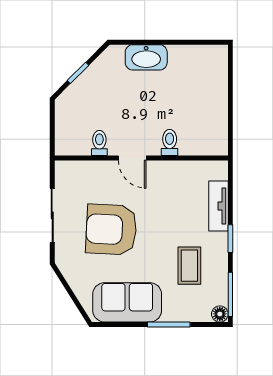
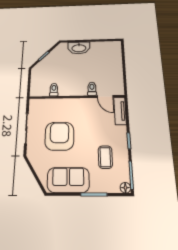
door: (132, 158) -> (105, 96), moved
tv unit: (218, 206) -> (120, 111), moved
armchair: (111, 229) -> (59, 136), turned 87

